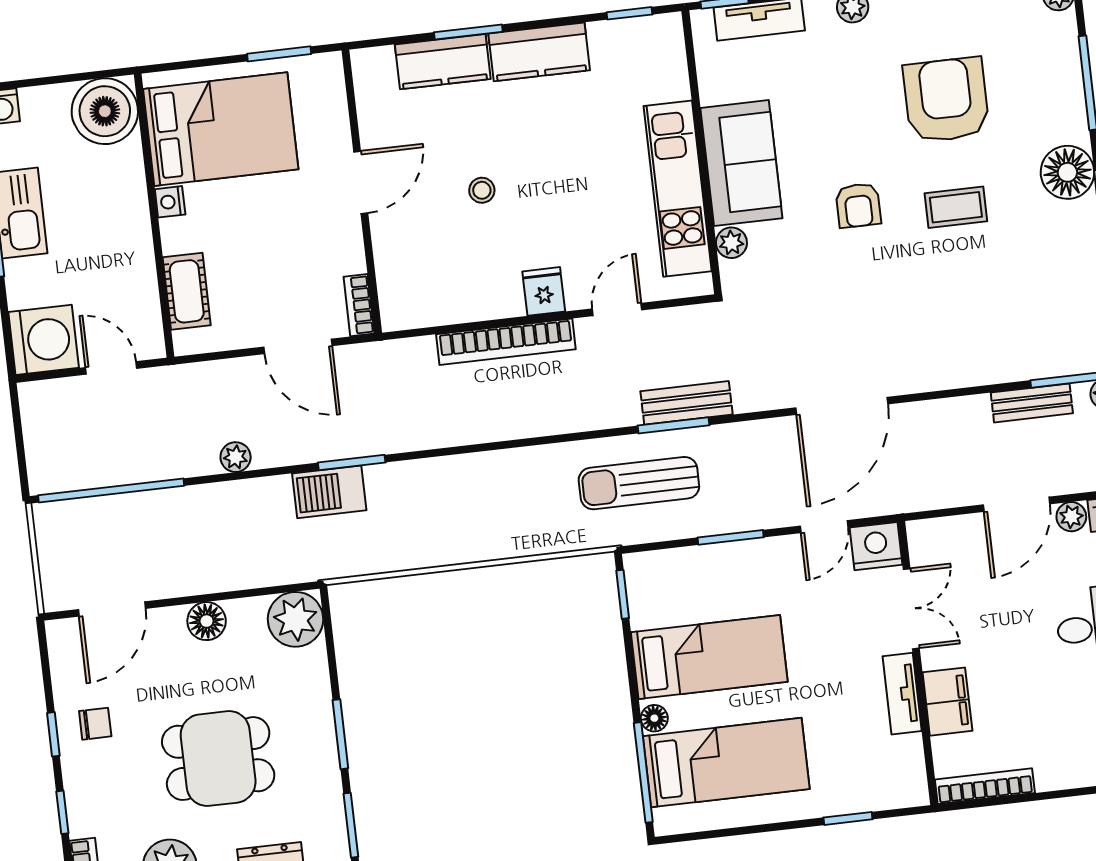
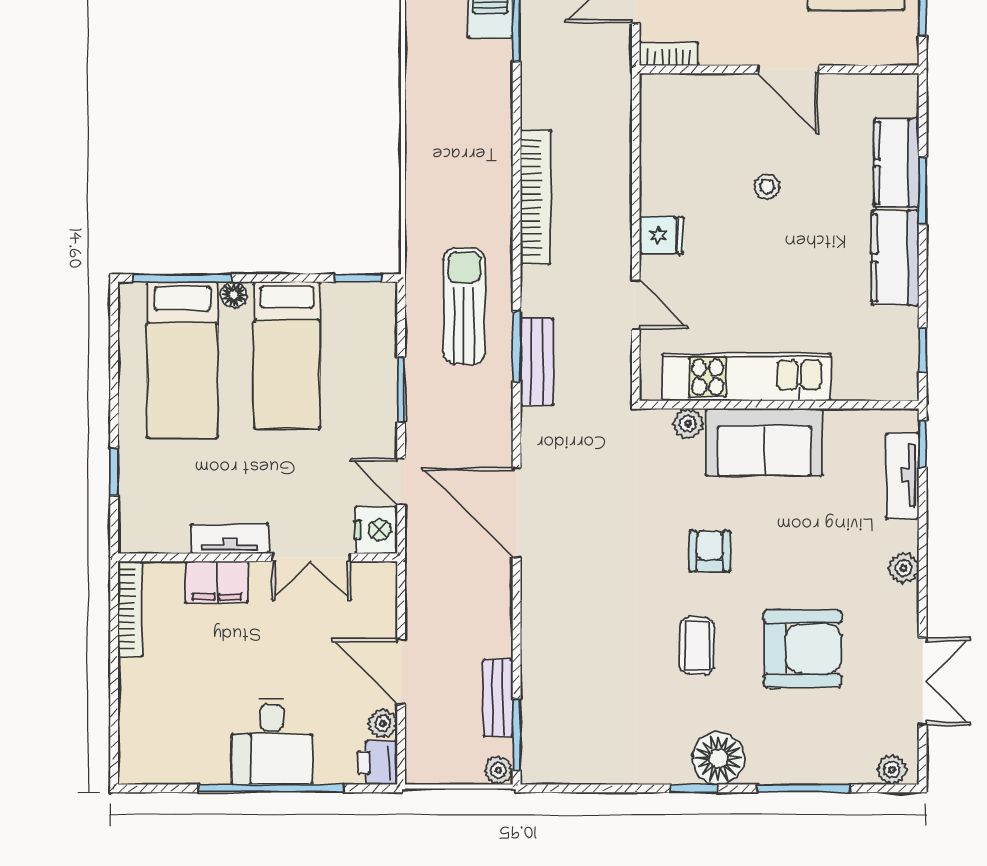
armchair: (858, 205) -> (710, 551), turned 90
bookcase: (506, 342) -> (535, 197), moved, turned 180

